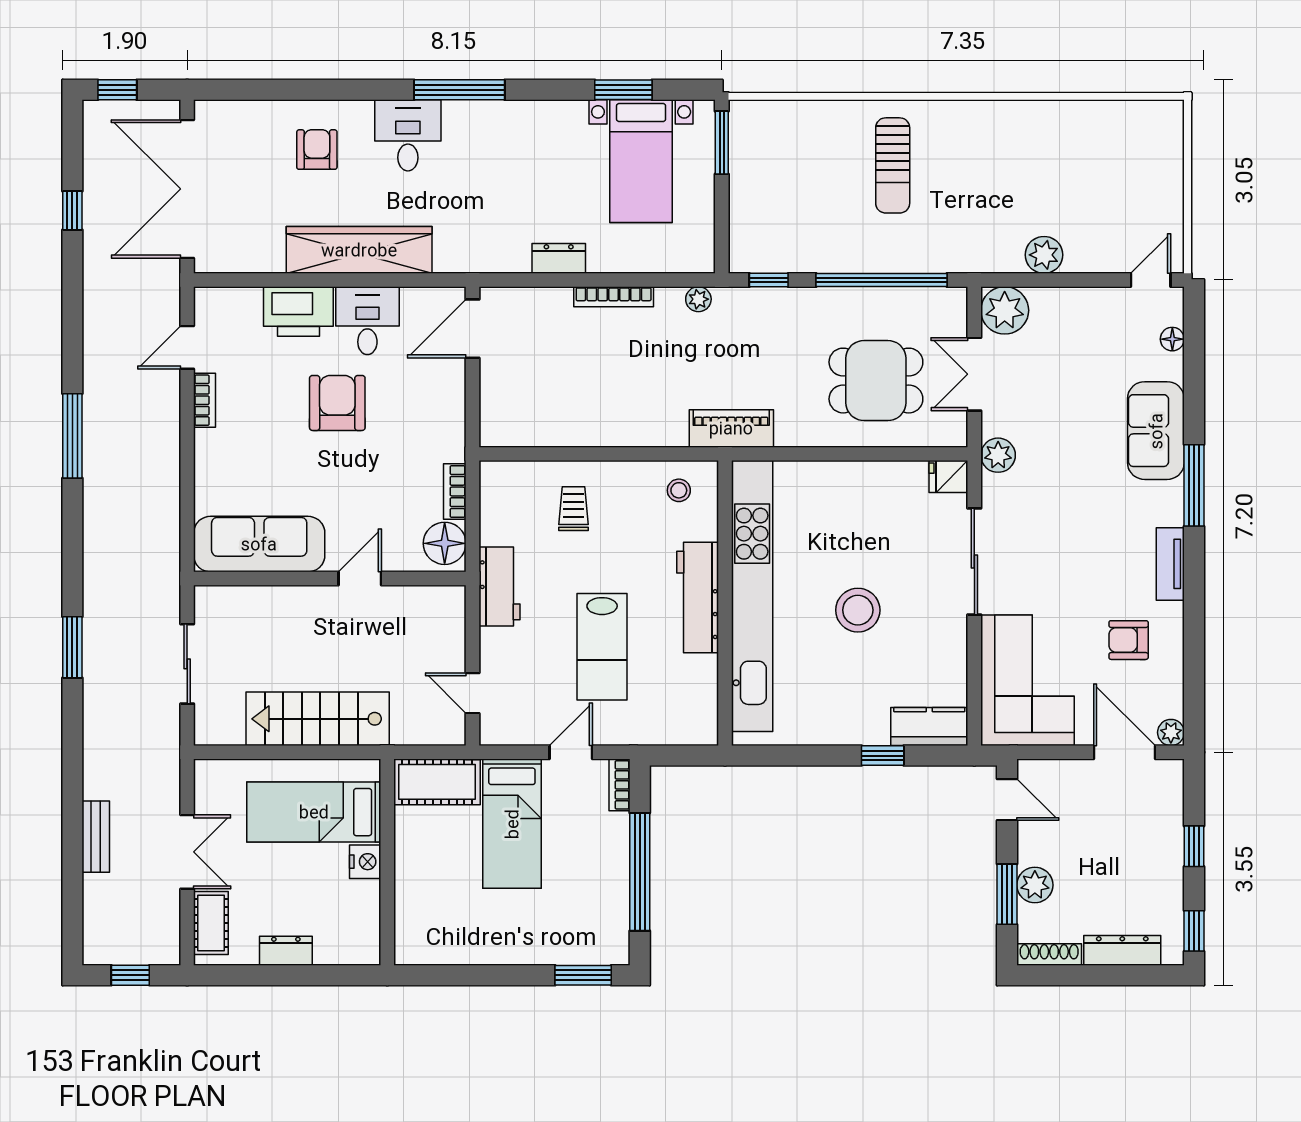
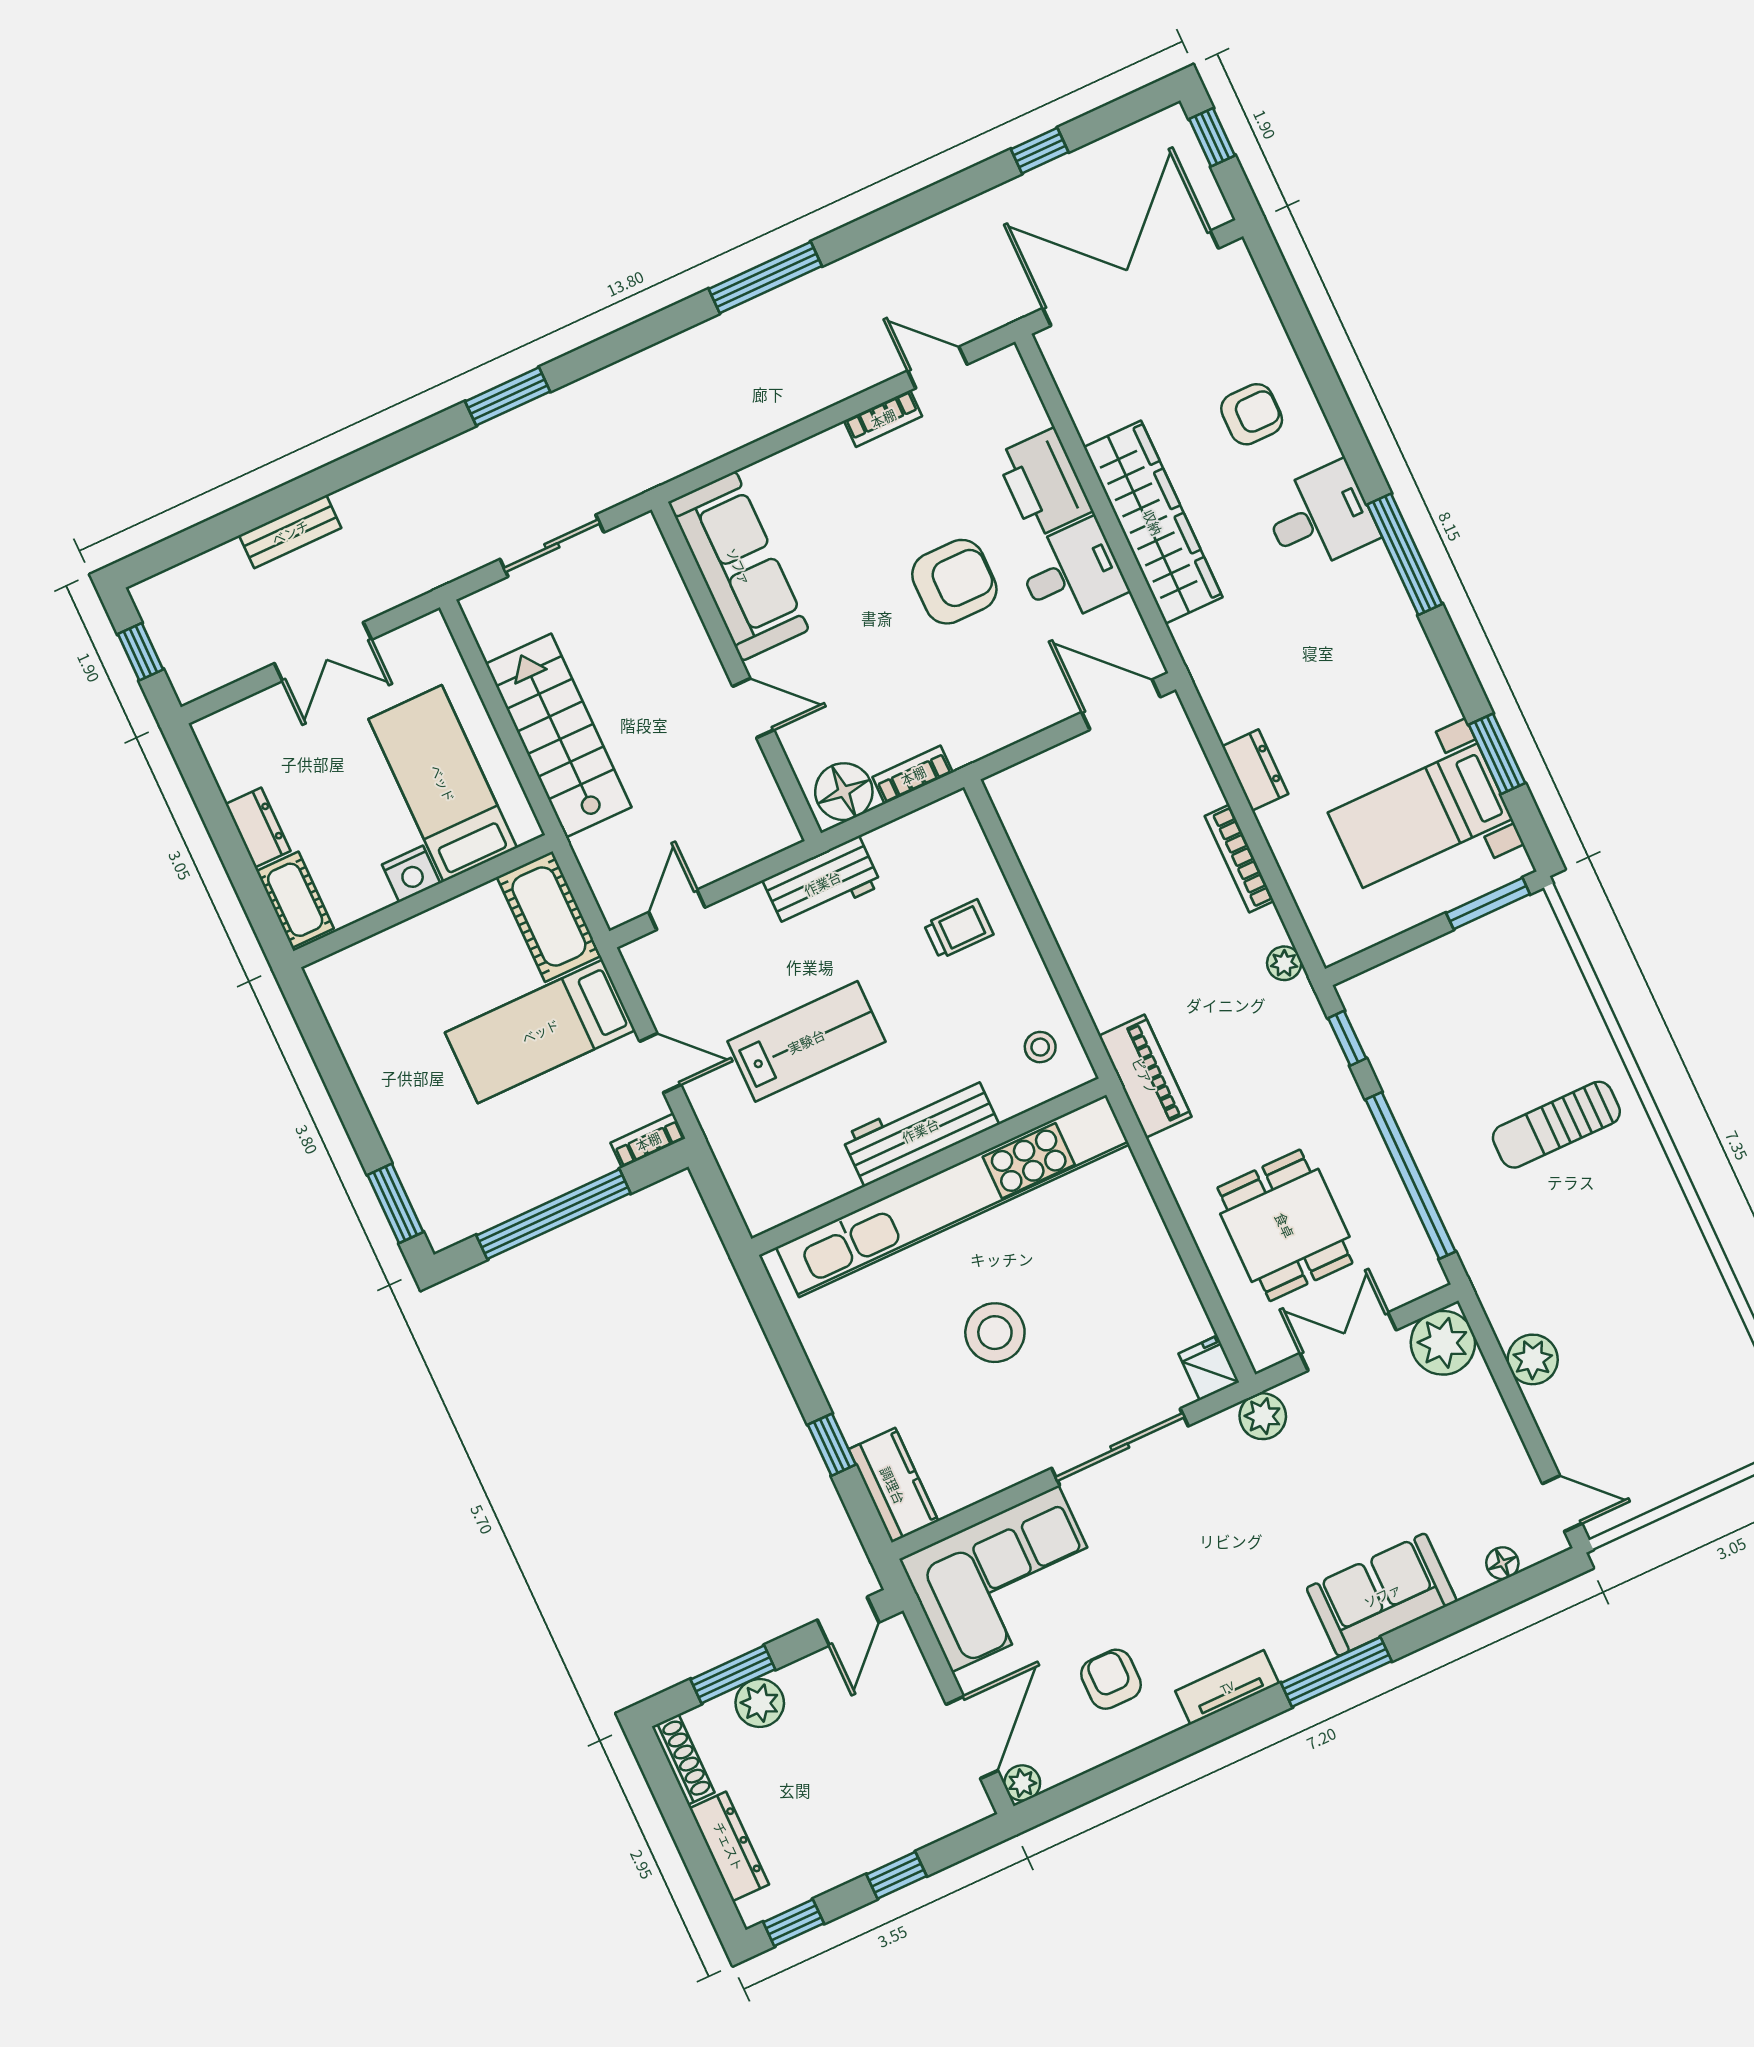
lab bench: (602, 647) -> (806, 1041), turned 180
cot: (211, 923) -> (295, 900), moved, turned 90

